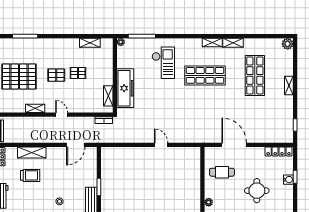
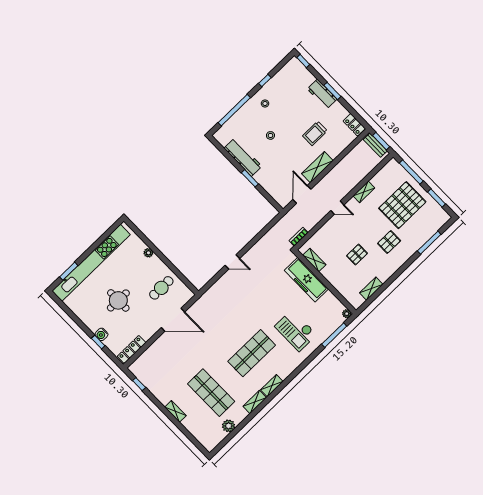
plant: (288, 44) -> (229, 426), moved
pallet: (56, 75) -> (389, 242), moved
shelving: (32, 153) -> (317, 167), moved

